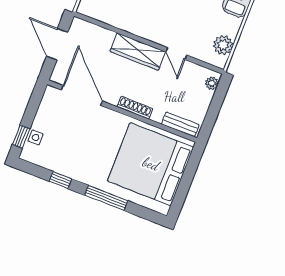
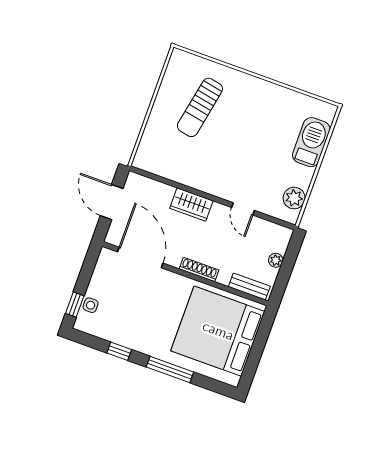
wardrobe: (138, 52) -> (191, 204), width x0.67
plant: (212, 83) -> (276, 260), moved

